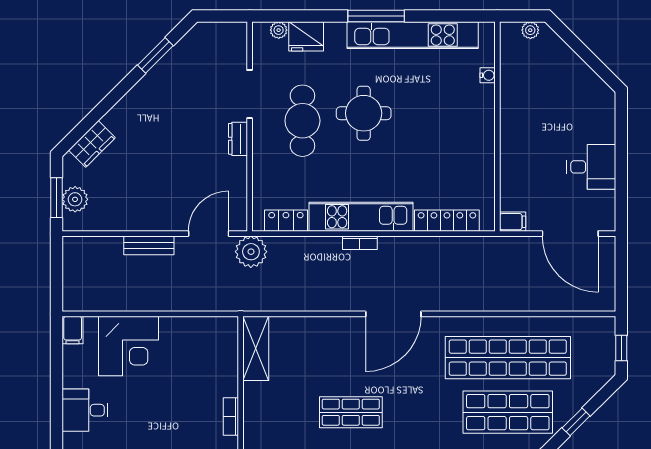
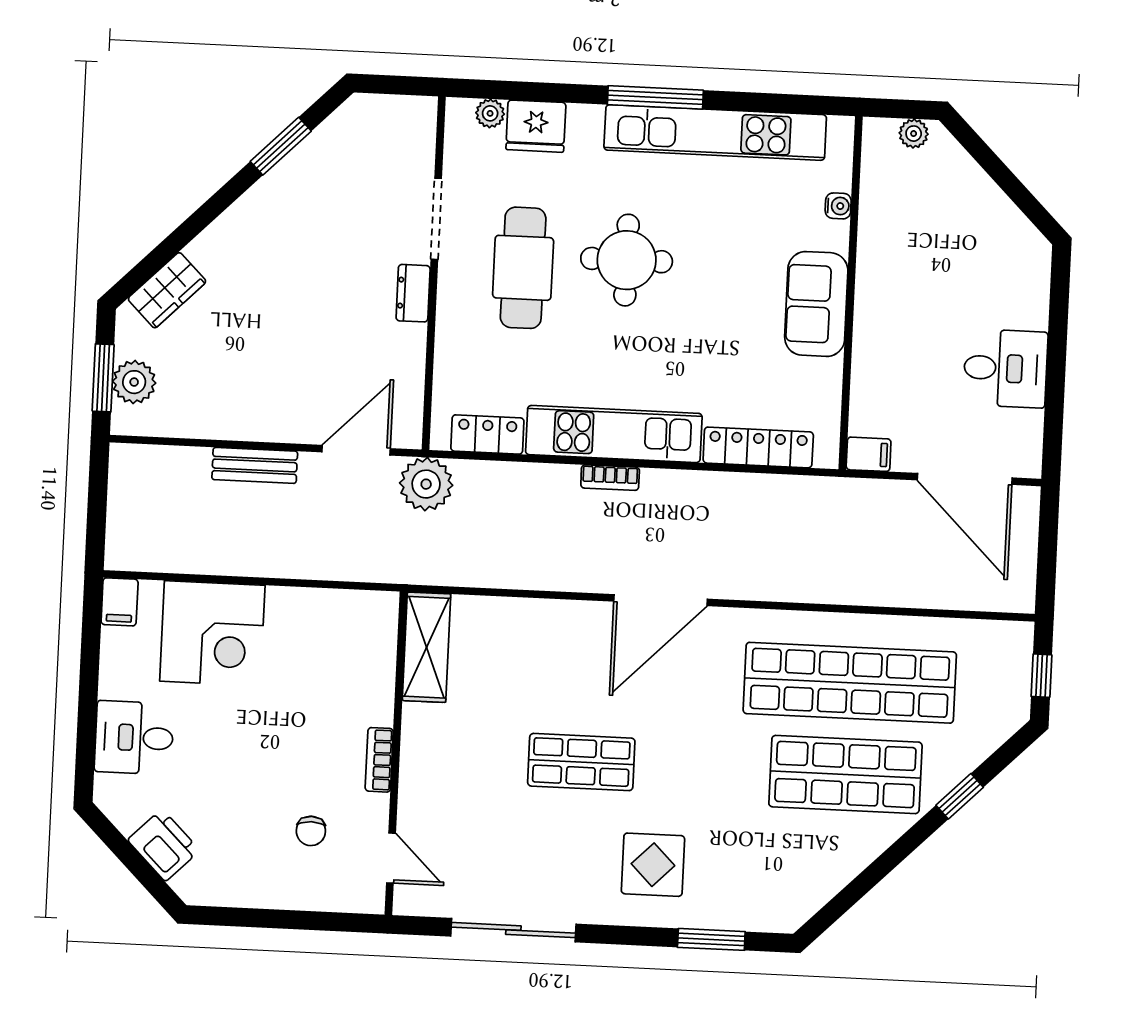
sofa: (477, 134) -> (816, 304), added

